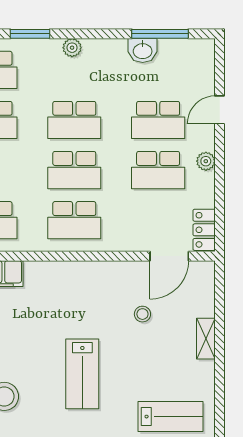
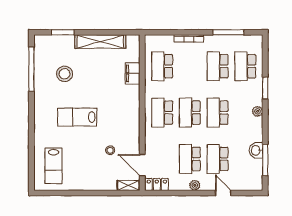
shelving: (206, 339) -> (128, 185), moved

